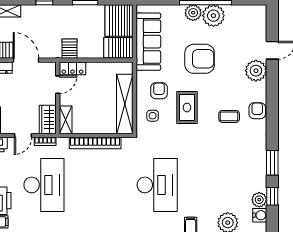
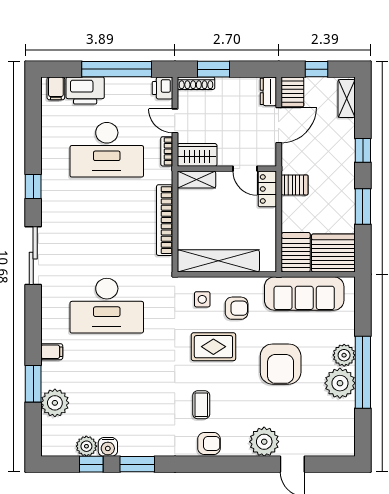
water cooler: (260, 215) -> (108, 447), moved

